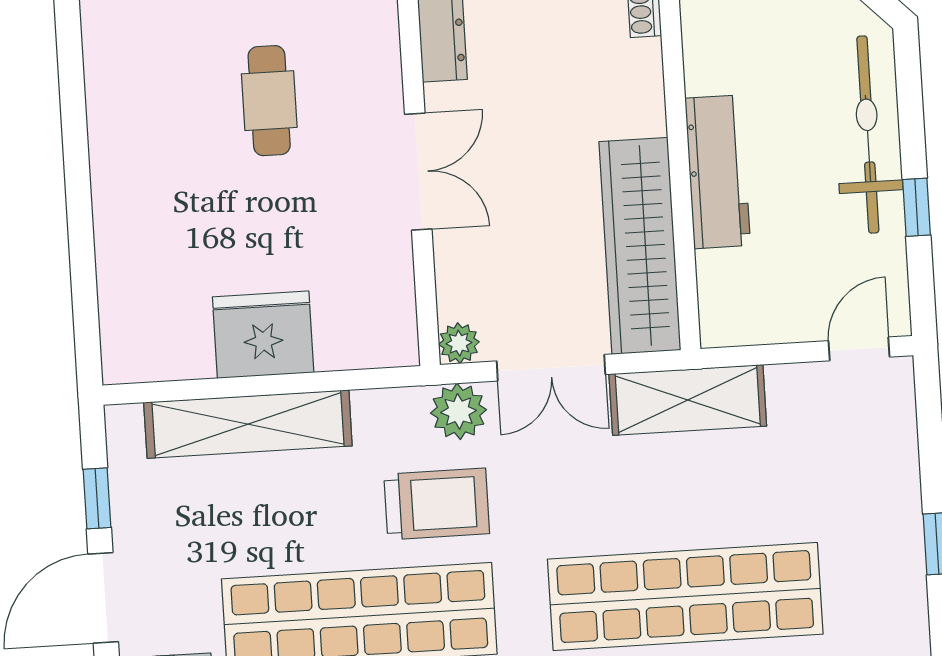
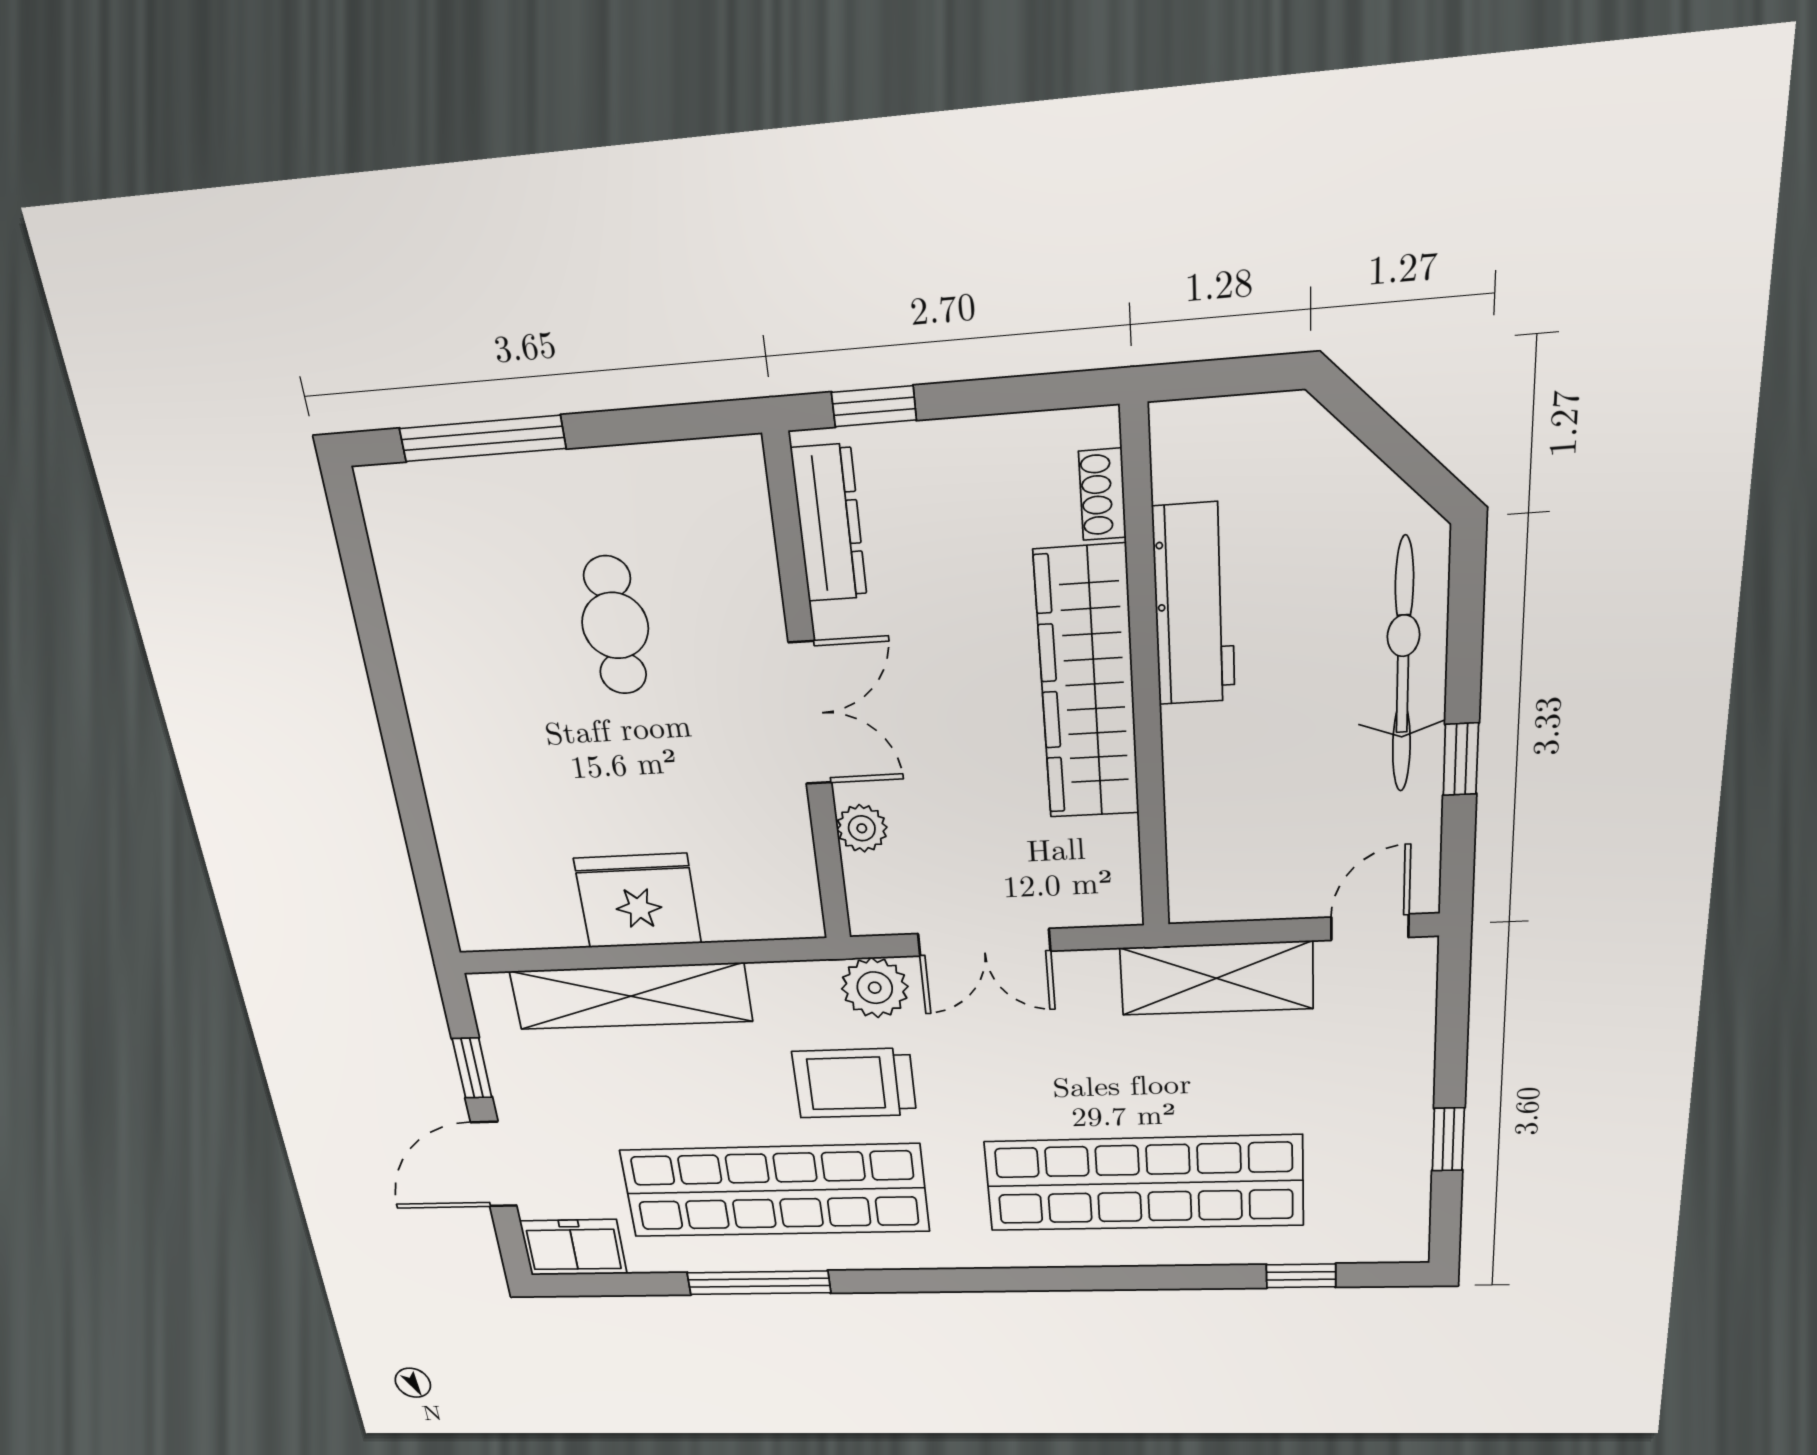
workbench: (718, 172) -> (1194, 605), moved
wardrobe: (640, 246) -> (1087, 684), moved
plant: (459, 343) -> (862, 828), moved
shelving: (688, 400) -> (1216, 978), moved
trolley: (437, 504) -> (854, 1083), turned 180

